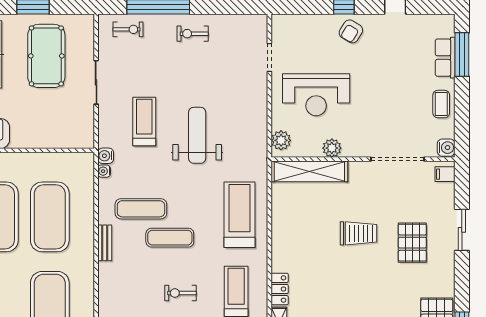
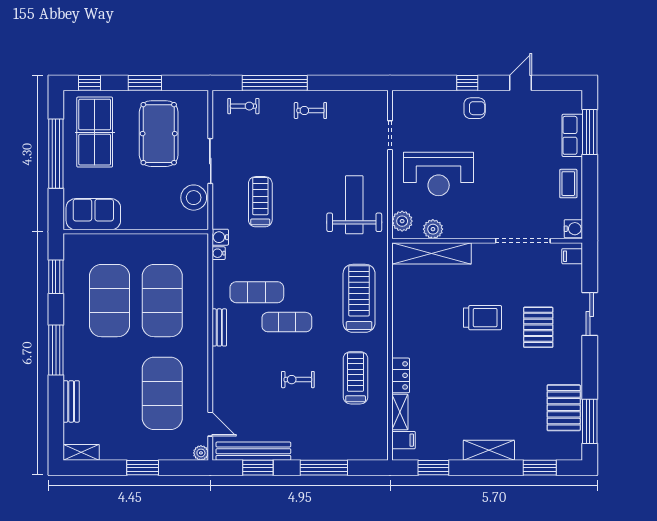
armchair: (351, 31) -> (475, 108), turned -121
stool: (80, 118) -> (194, 198), added
weight bench: (197, 135) -> (354, 205), moved
plant: (332, 148) -> (433, 229), moved

